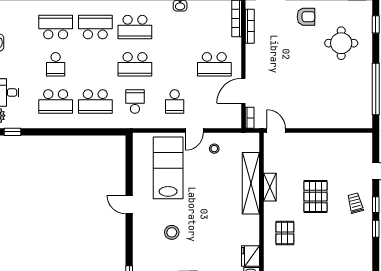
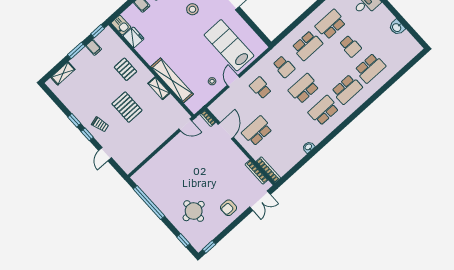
school desk: (56, 64) -> (350, 46), turned 180
school desk: (95, 102) -> (307, 45), turned 180
lab bench: (168, 168) -> (229, 45), turned 180

